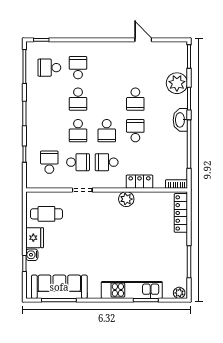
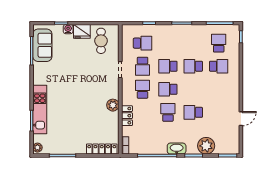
school desk: (135, 131) -> (168, 112), turned -90
sofa: (59, 287) -> (42, 45), width x0.73

